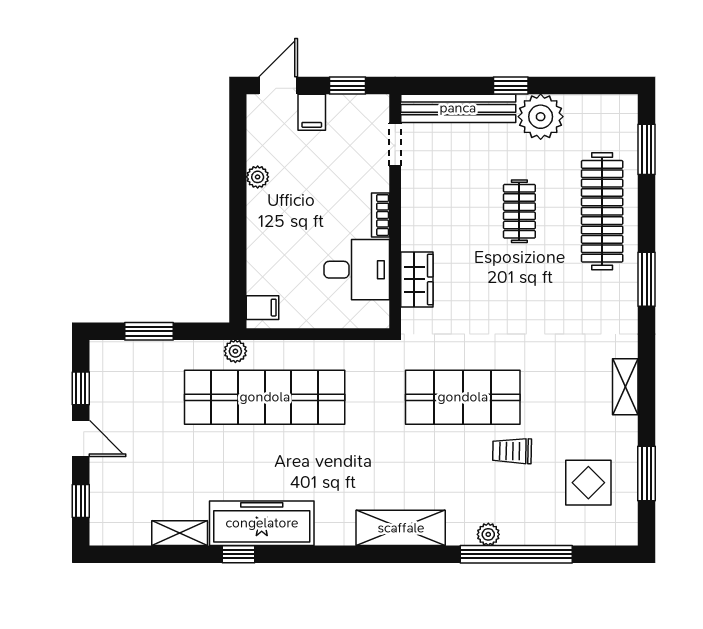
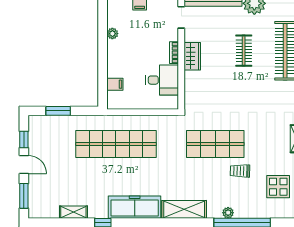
wardrobe: (417, 279) -> (192, 56), moved
filing cabinet: (263, 308) -> (115, 84), moved
plant: (235, 351) -> (101, 121), removed
window: (81, 501) -> (24, 196), width x1.50
freezer: (262, 523) -> (135, 207), moved

